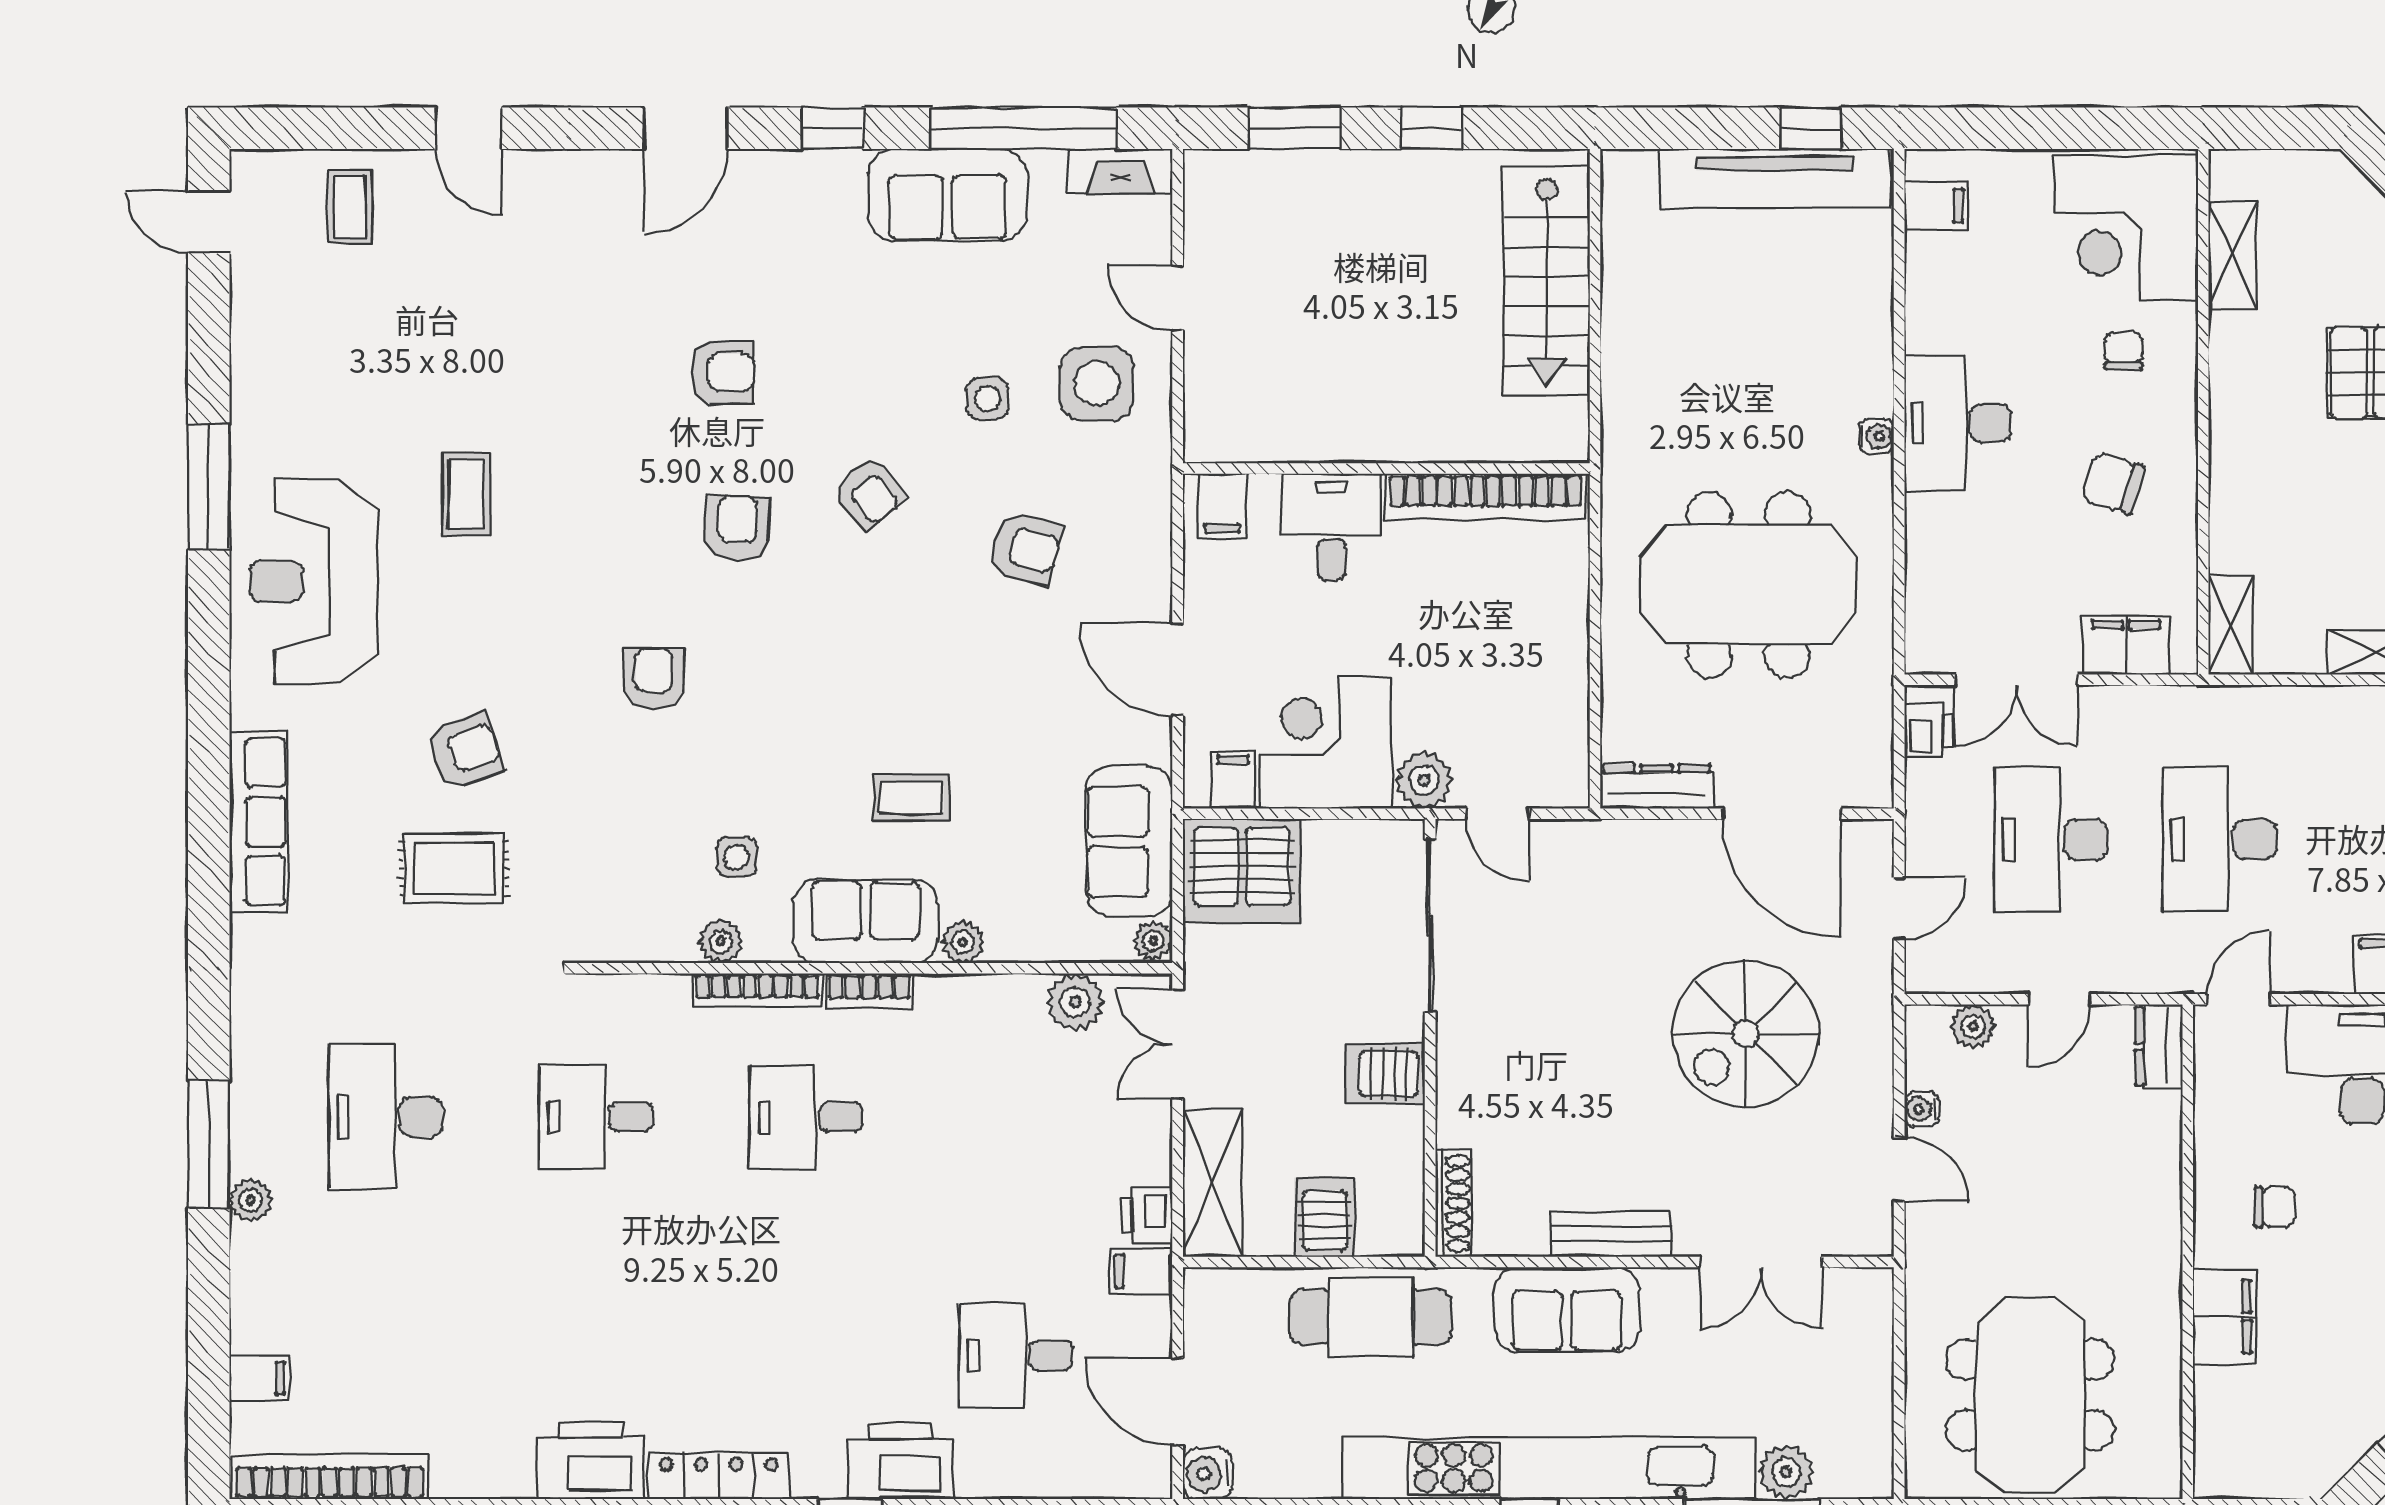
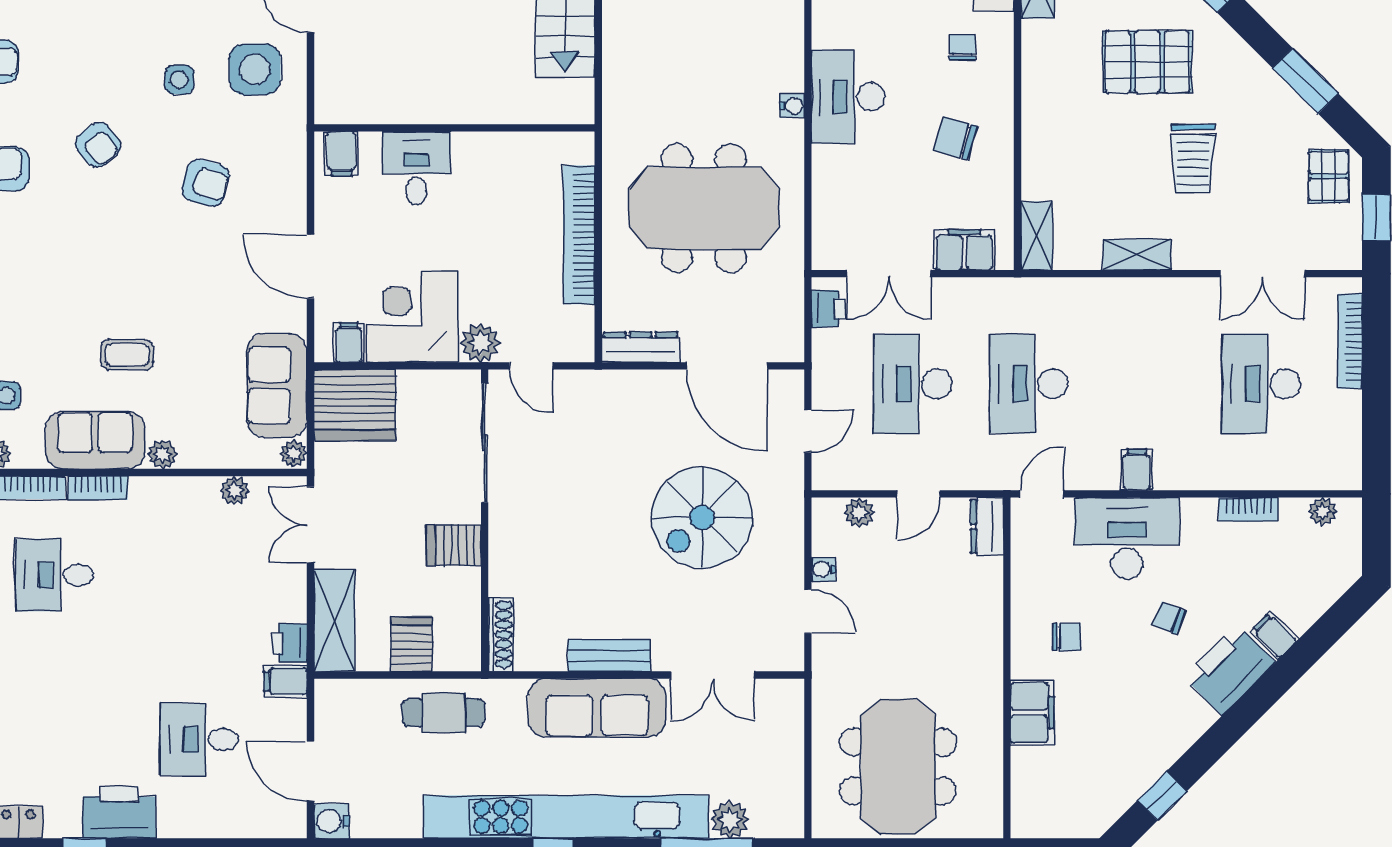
bookcase: (1485, 496) -> (579, 235), moved, turned 90
plant: (1075, 1002) -> (235, 490), width x0.73, depth x0.73
sofa: (1567, 1310) -> (597, 708), width x1.36
cafe table: (1371, 1317) -> (444, 713), width x0.73, depth x0.74

